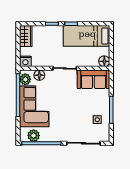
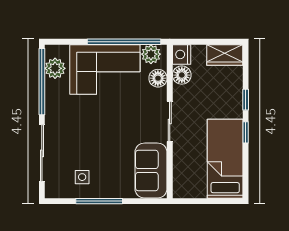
floor lamp: (104, 61) -> (182, 75), moved

